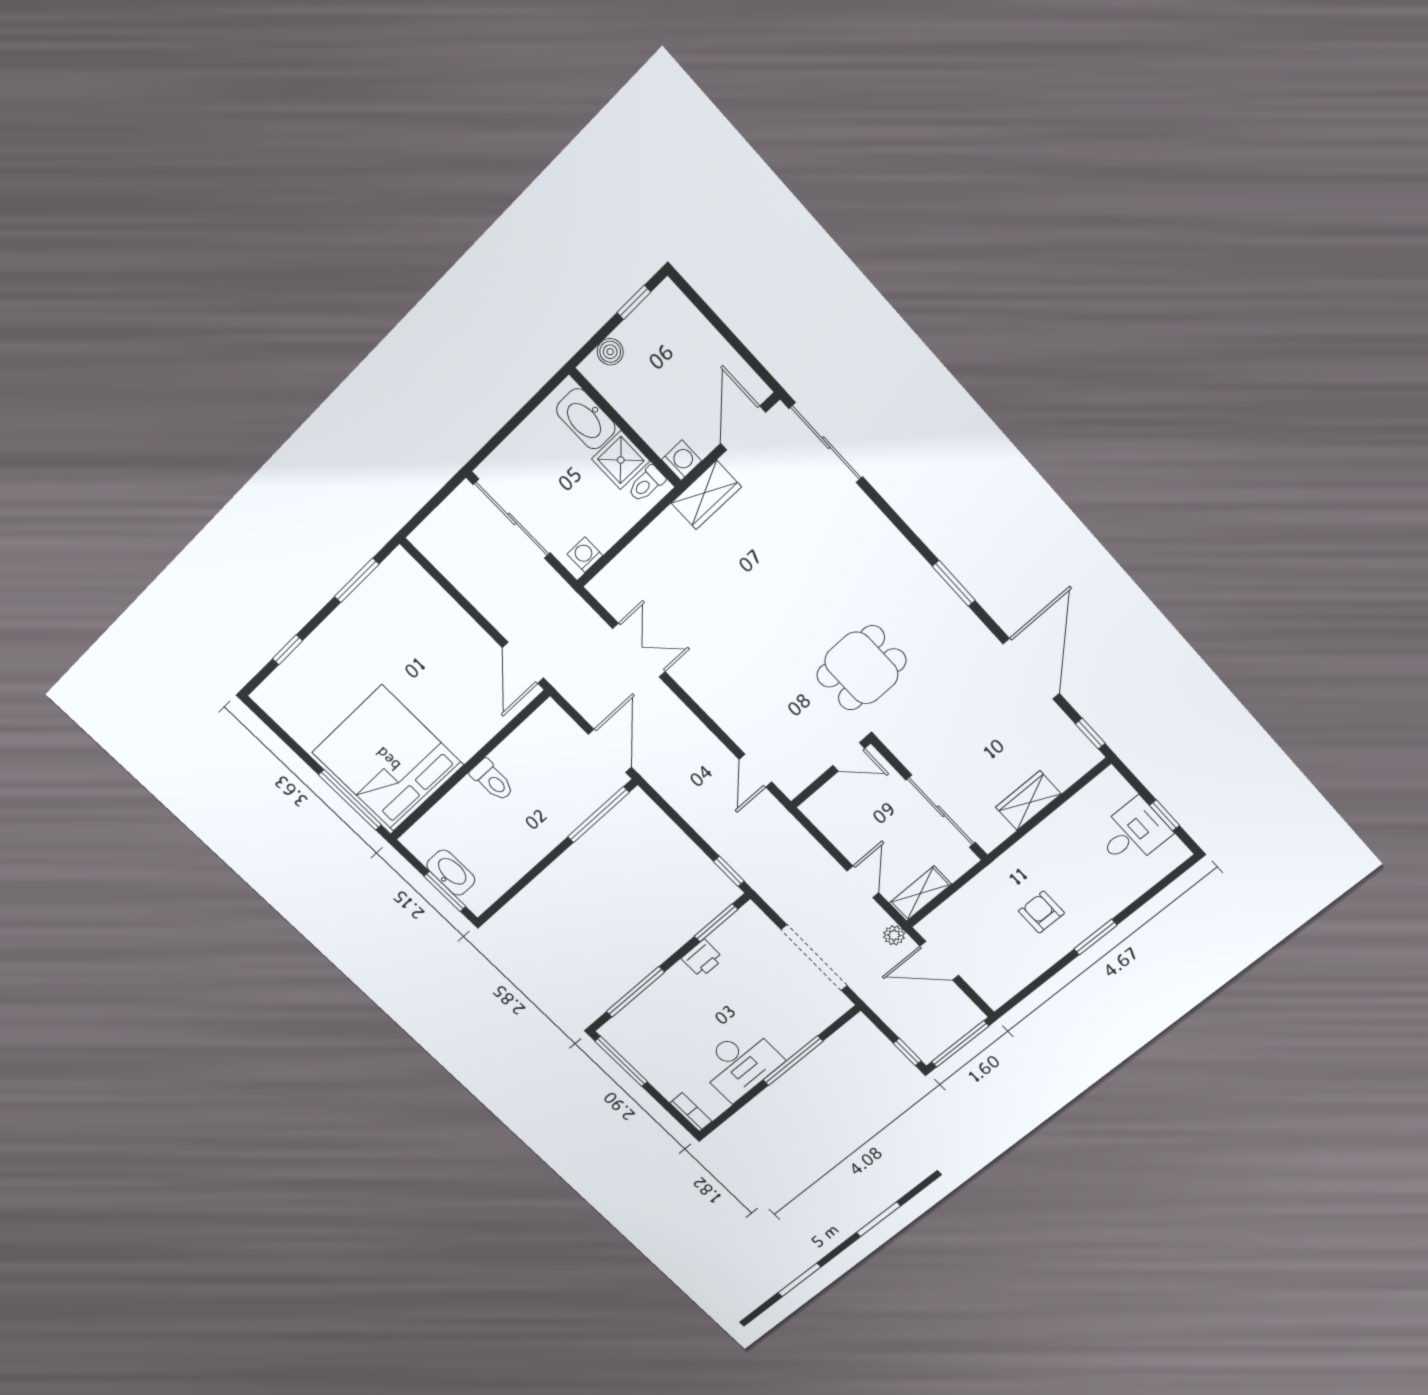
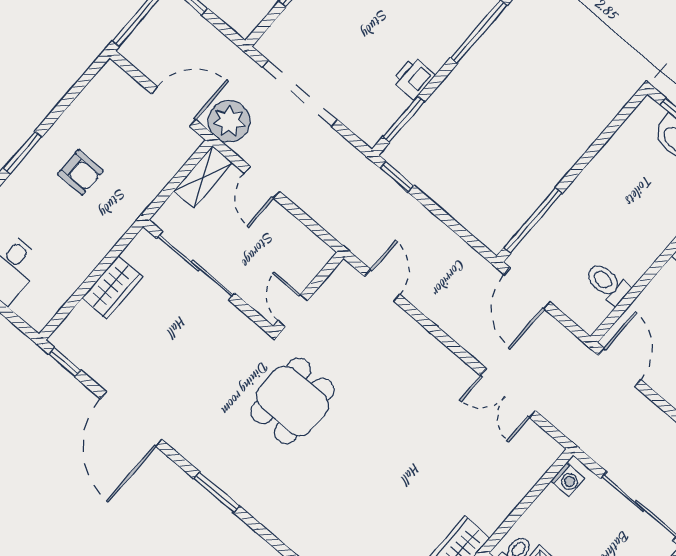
door: (849, 757) -> (293, 310), hinge flipped
toilet: (492, 780) -> (607, 284), moved
plant: (894, 935) -> (229, 121), width x1.87, depth x1.87

